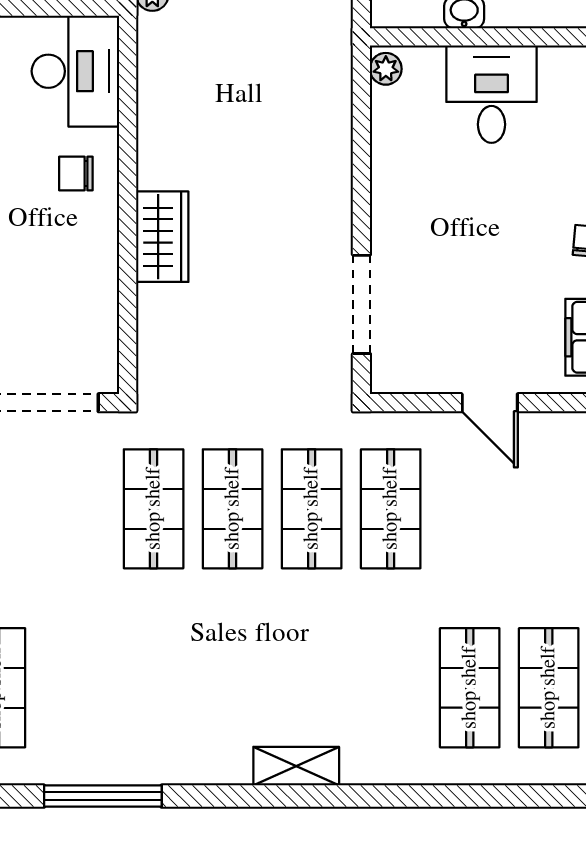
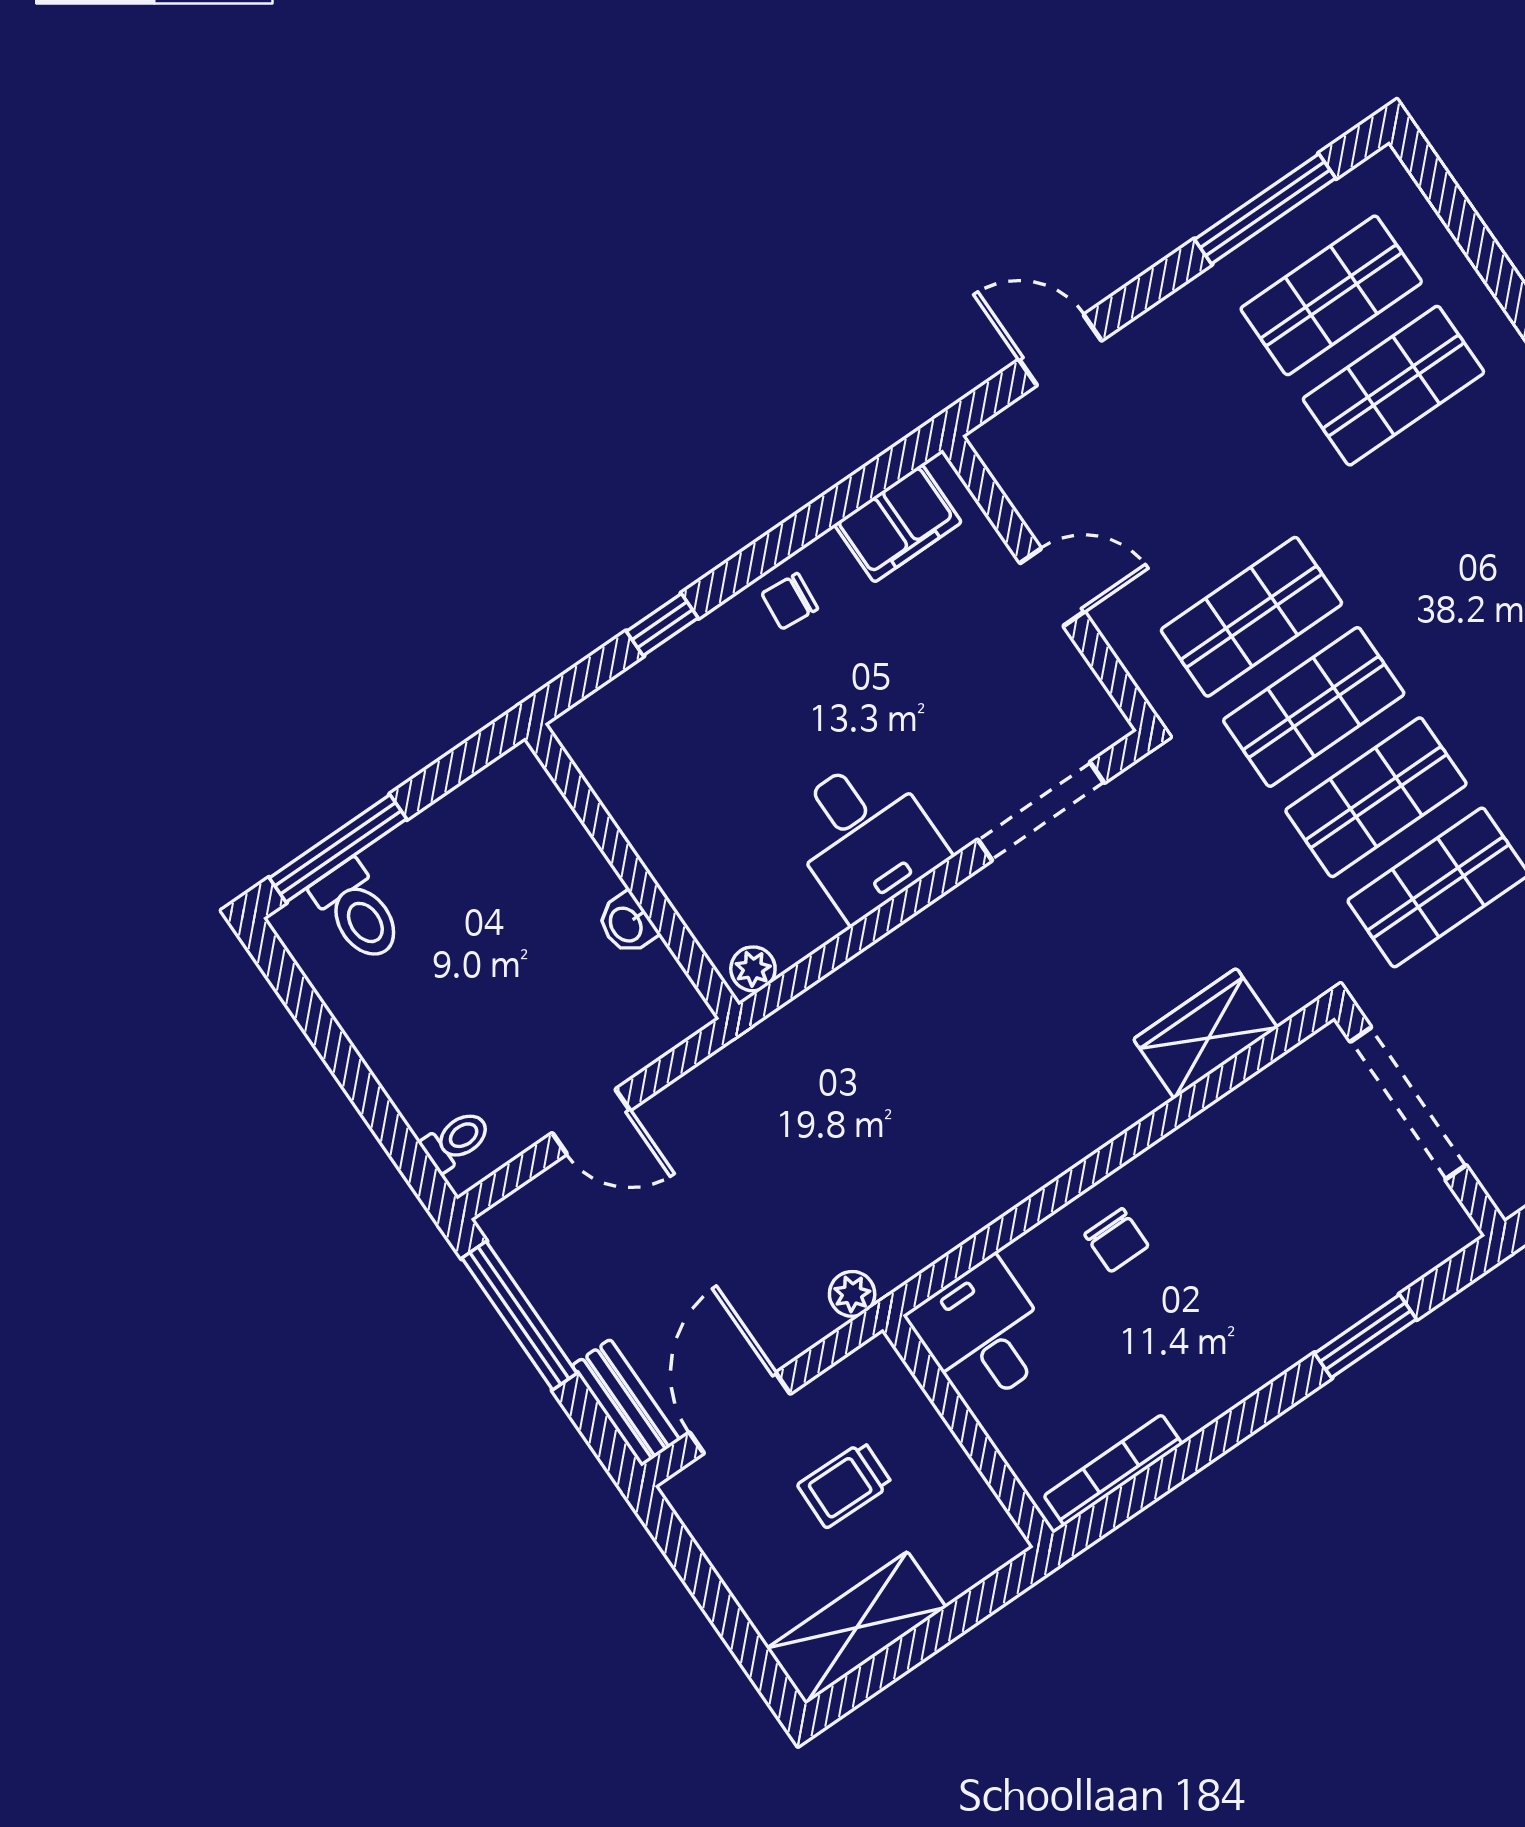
desk: (75, 71) -> (983, 1333), width x0.73
desk: (492, 94) -> (864, 837), moved, turned -90
wardrobe: (162, 237) -> (1205, 1033), moved
door: (490, 403) -> (1052, 587), hinge flipped

